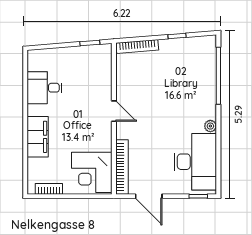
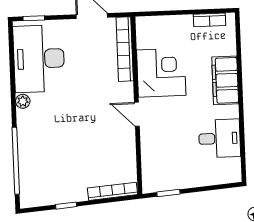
corner desk: (92, 172) -> (161, 73), moved

